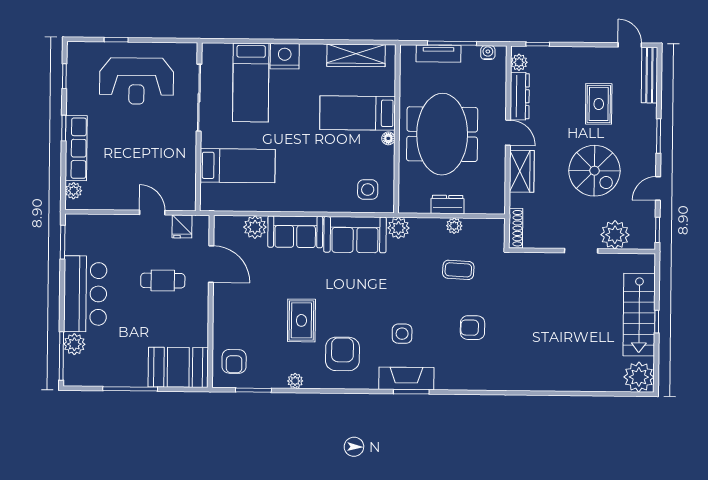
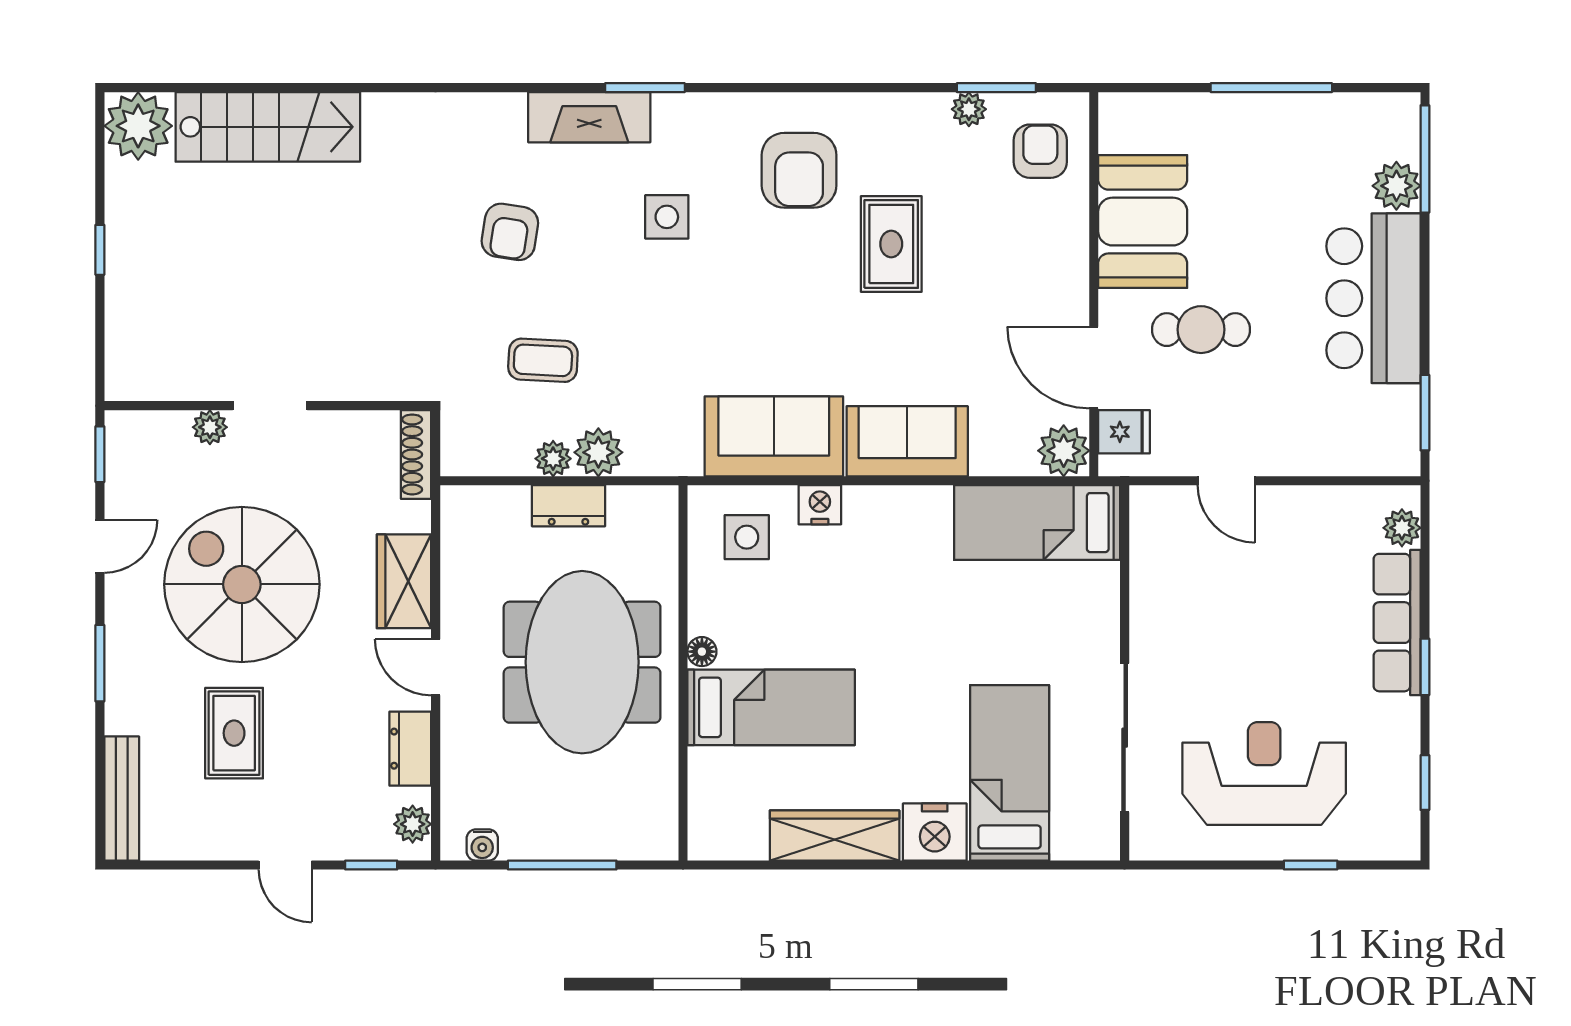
door: (630, 45) -> (285, 865), moved
tv unit: (439, 54) -> (592, 842), removed
wardrobe: (356, 55) -> (835, 836), moved
dresser: (520, 96) -> (410, 749), width x0.70
bed: (238, 166) -> (1037, 523), moved
spiral stairs: (594, 171) -> (242, 584), width x1.37, depth x1.37
nightstand: (335, 204) -> (820, 505), added
fridge: (182, 226) -> (1124, 432), moved, turned 90
plant: (255, 227) -> (1064, 451), moved
plant: (399, 228) -> (598, 452), moved
plant: (615, 235) -> (210, 427), width x0.53, depth x0.53
stairs: (639, 315) -> (268, 127), moved, turned 90
armchair: (473, 328) -> (510, 232), turned 99
booth: (178, 367) -> (1143, 222), moved, turned 90
fireplace: (406, 378) -> (589, 117), moved
plant: (295, 381) -> (969, 109), moved

